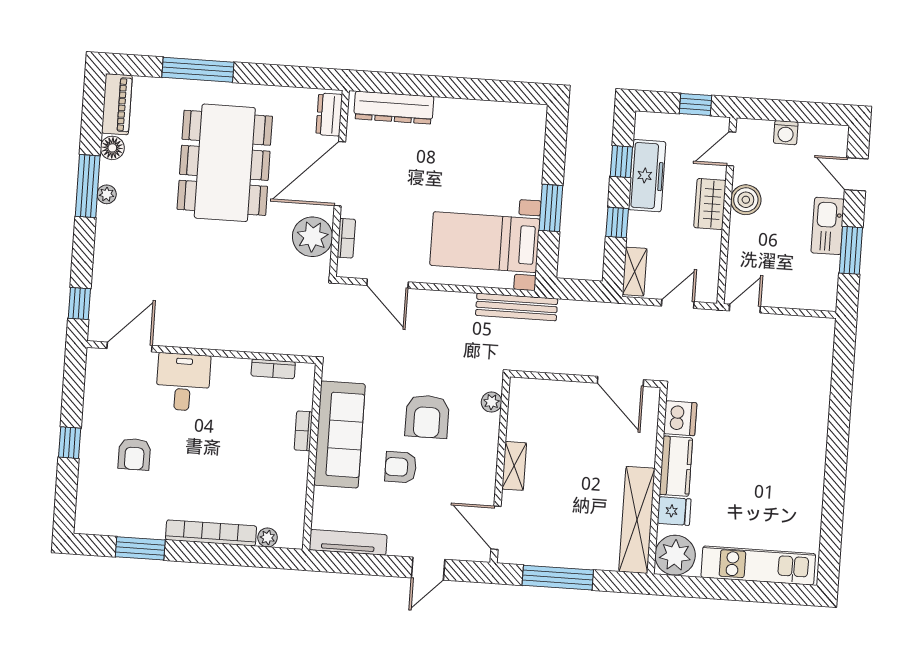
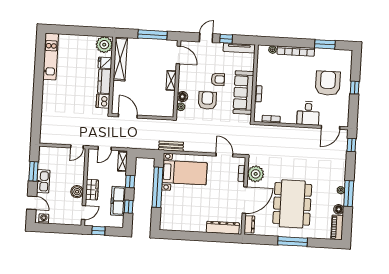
window: (198, 70) -> (293, 241), moved
washing machine: (786, 133) -> (44, 219), moved
window: (551, 208) -> (157, 187), width x2.11
bench: (517, 307) -> (171, 146), width x0.73
floor lamp: (487, 427) -> (182, 97), added
armchair: (134, 454) -> (328, 83), width x1.88, depth x1.88
window: (379, 565) -> (226, 39), added
kitchen unit: (758, 566) -> (51, 56), moved, turned -90

